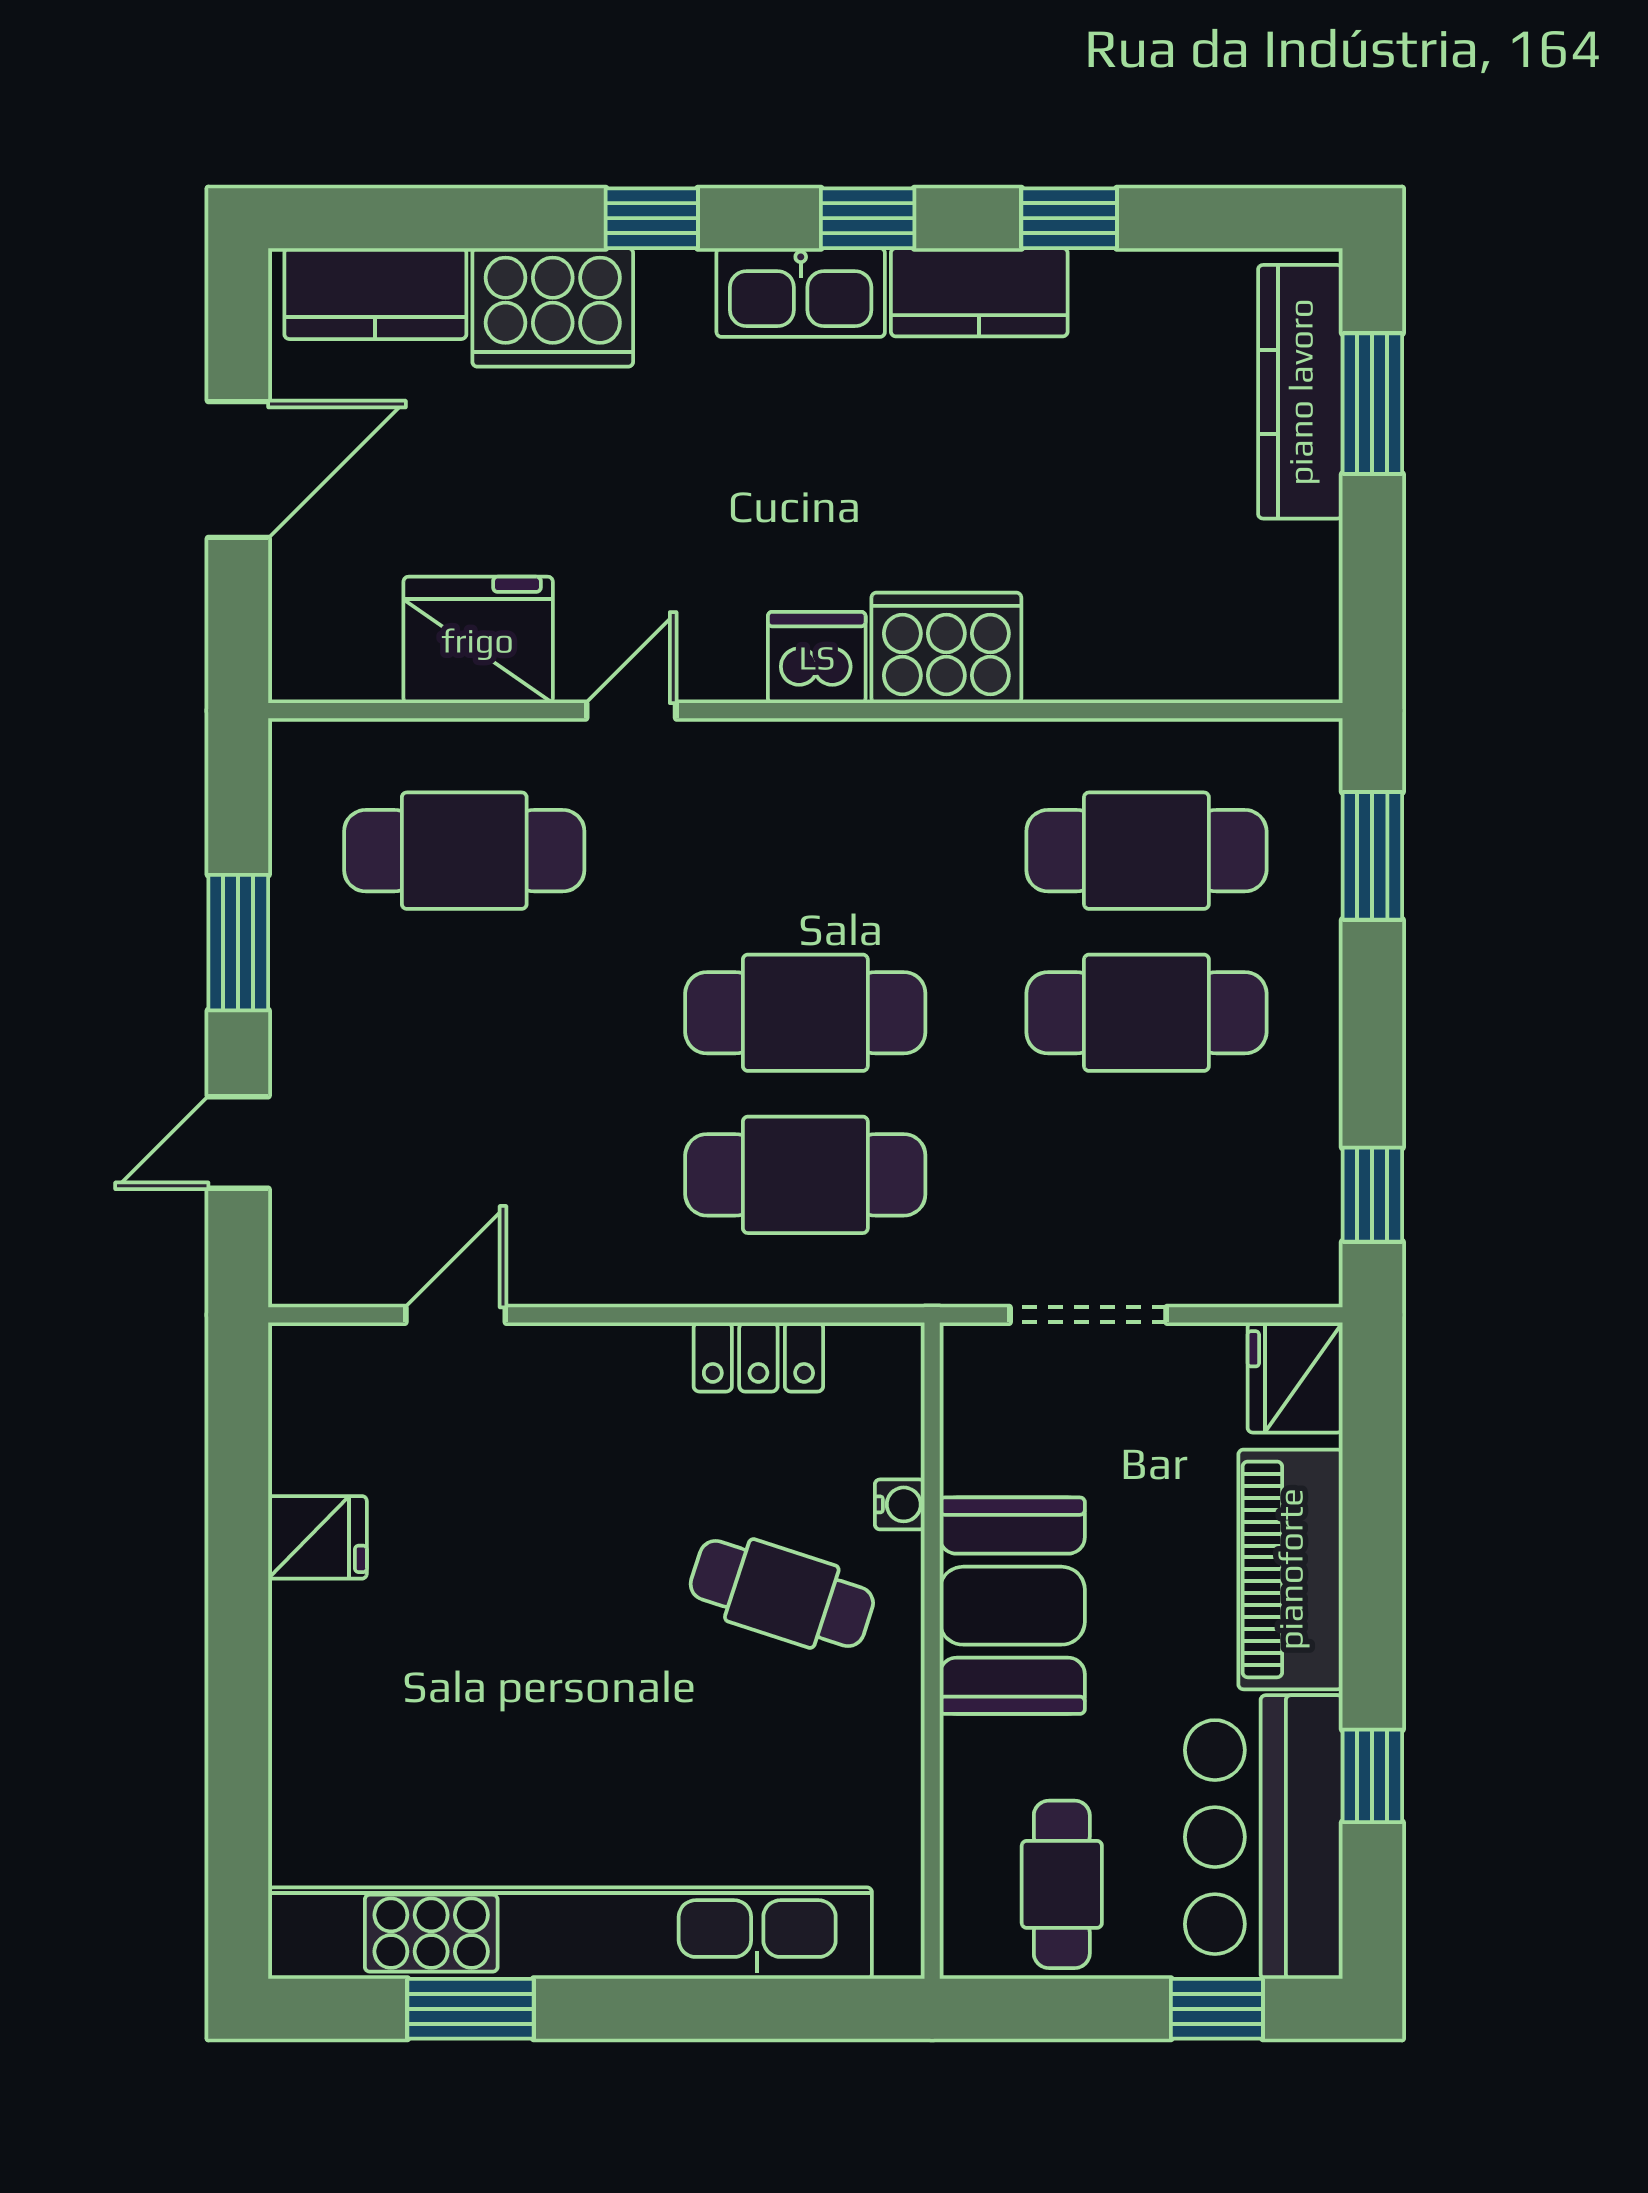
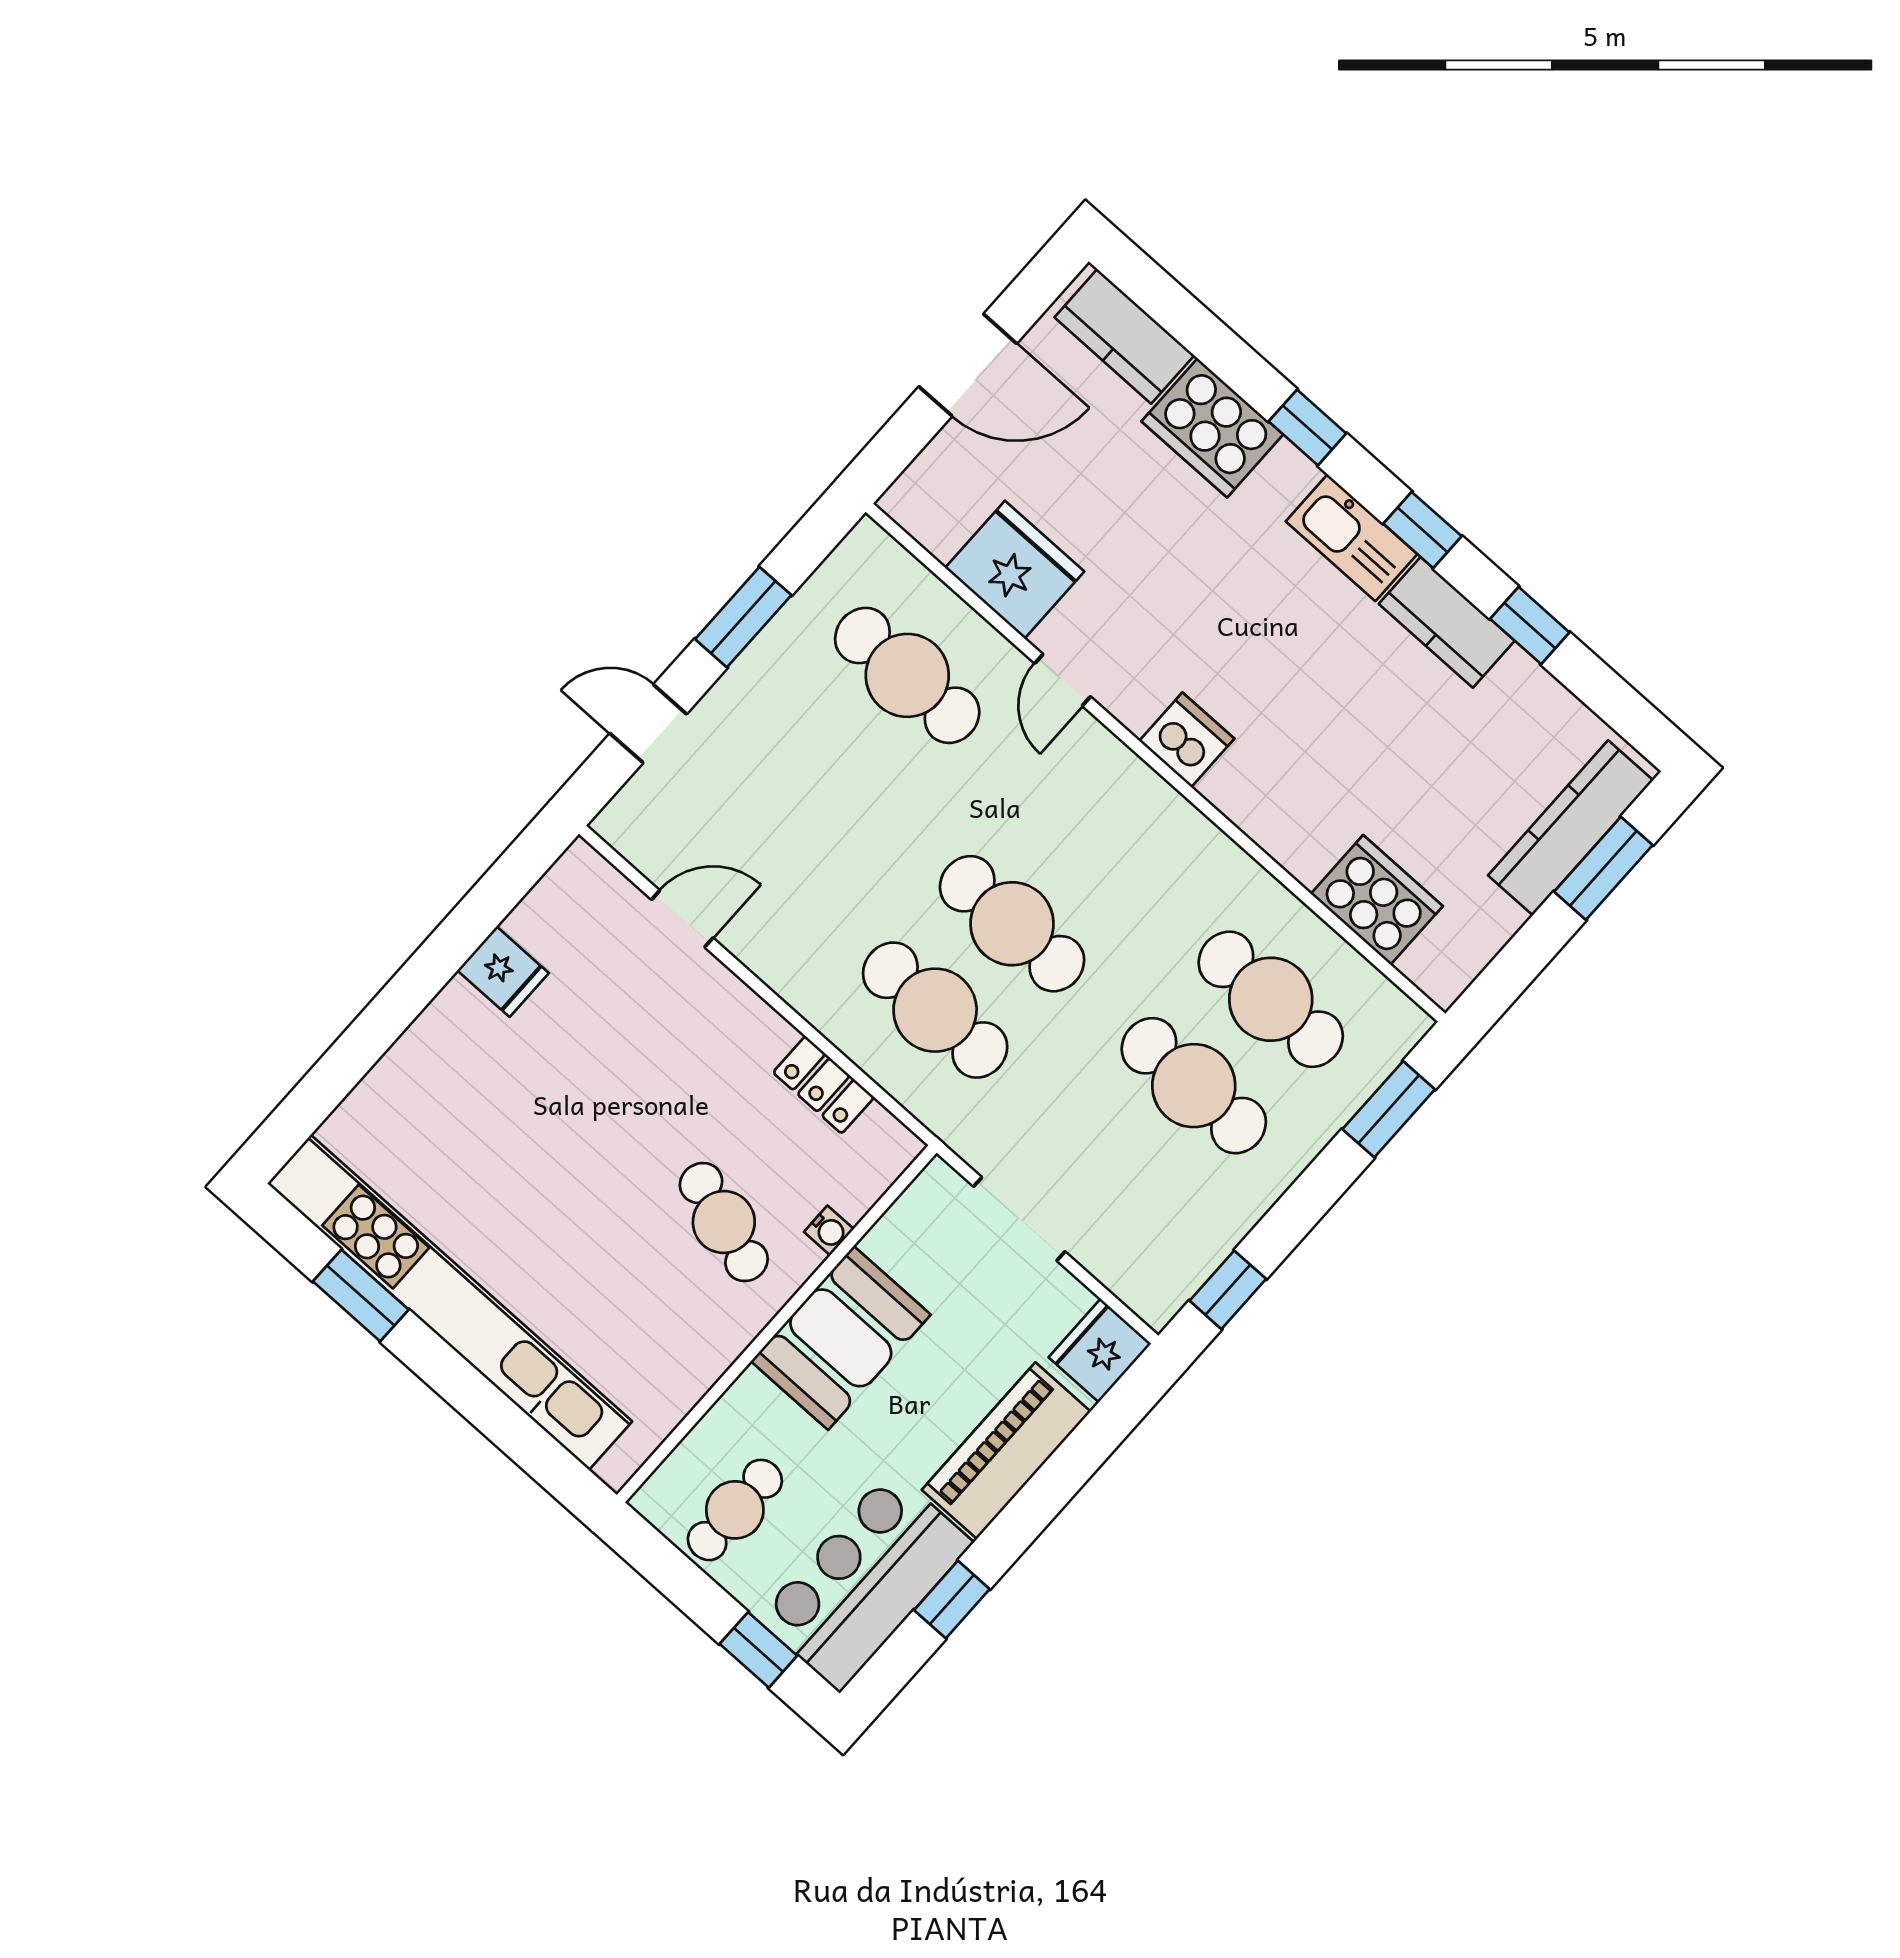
cooker: (946, 648) -> (1377, 900), moved
door: (631, 711) -> (1063, 680), swing flipped

